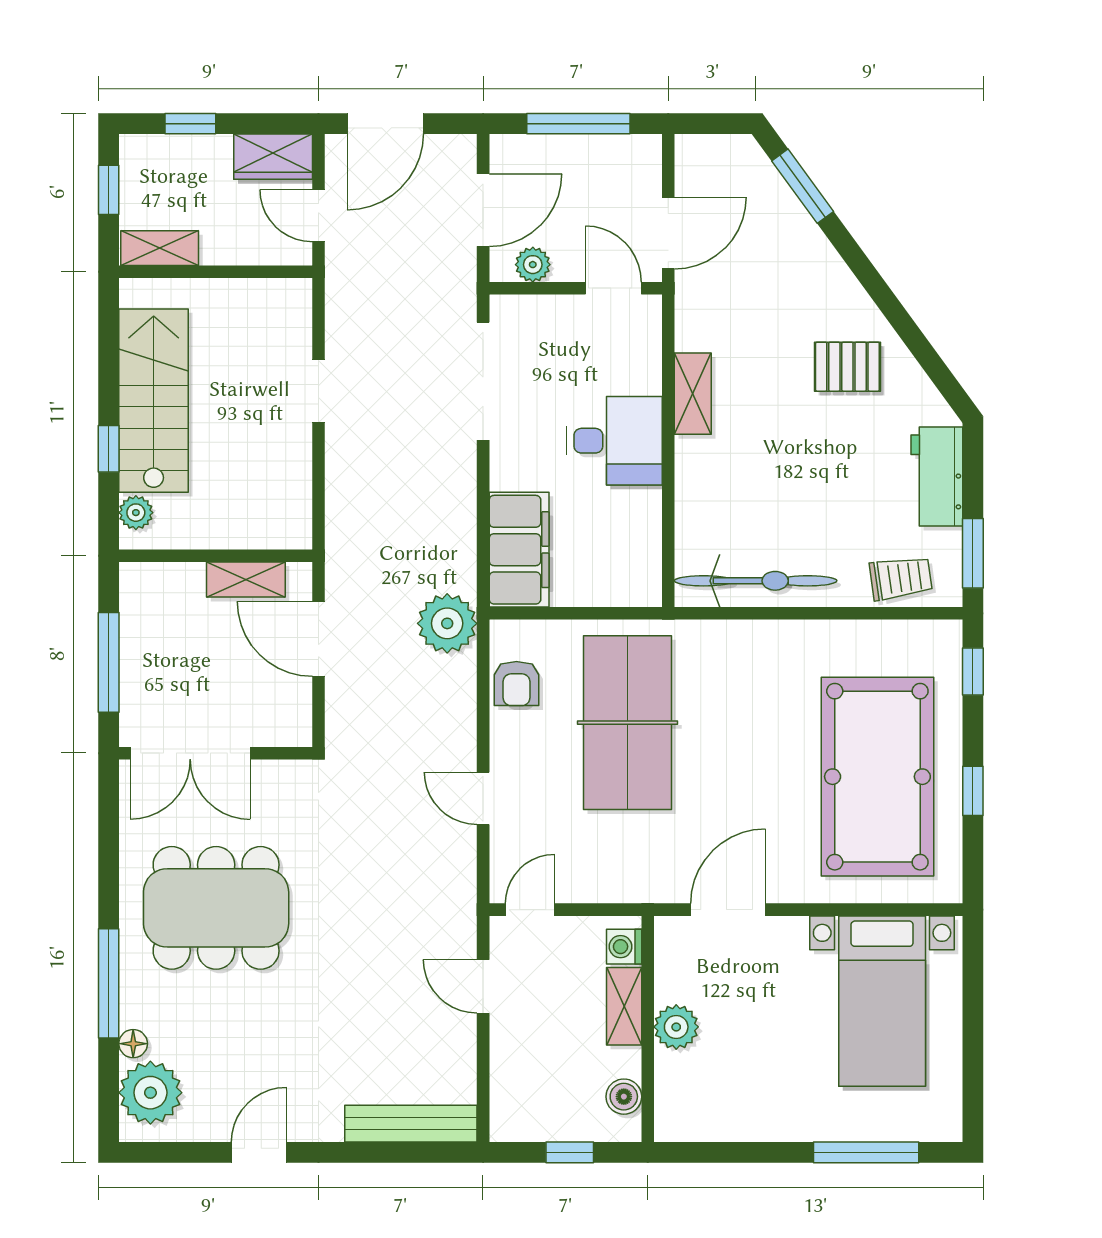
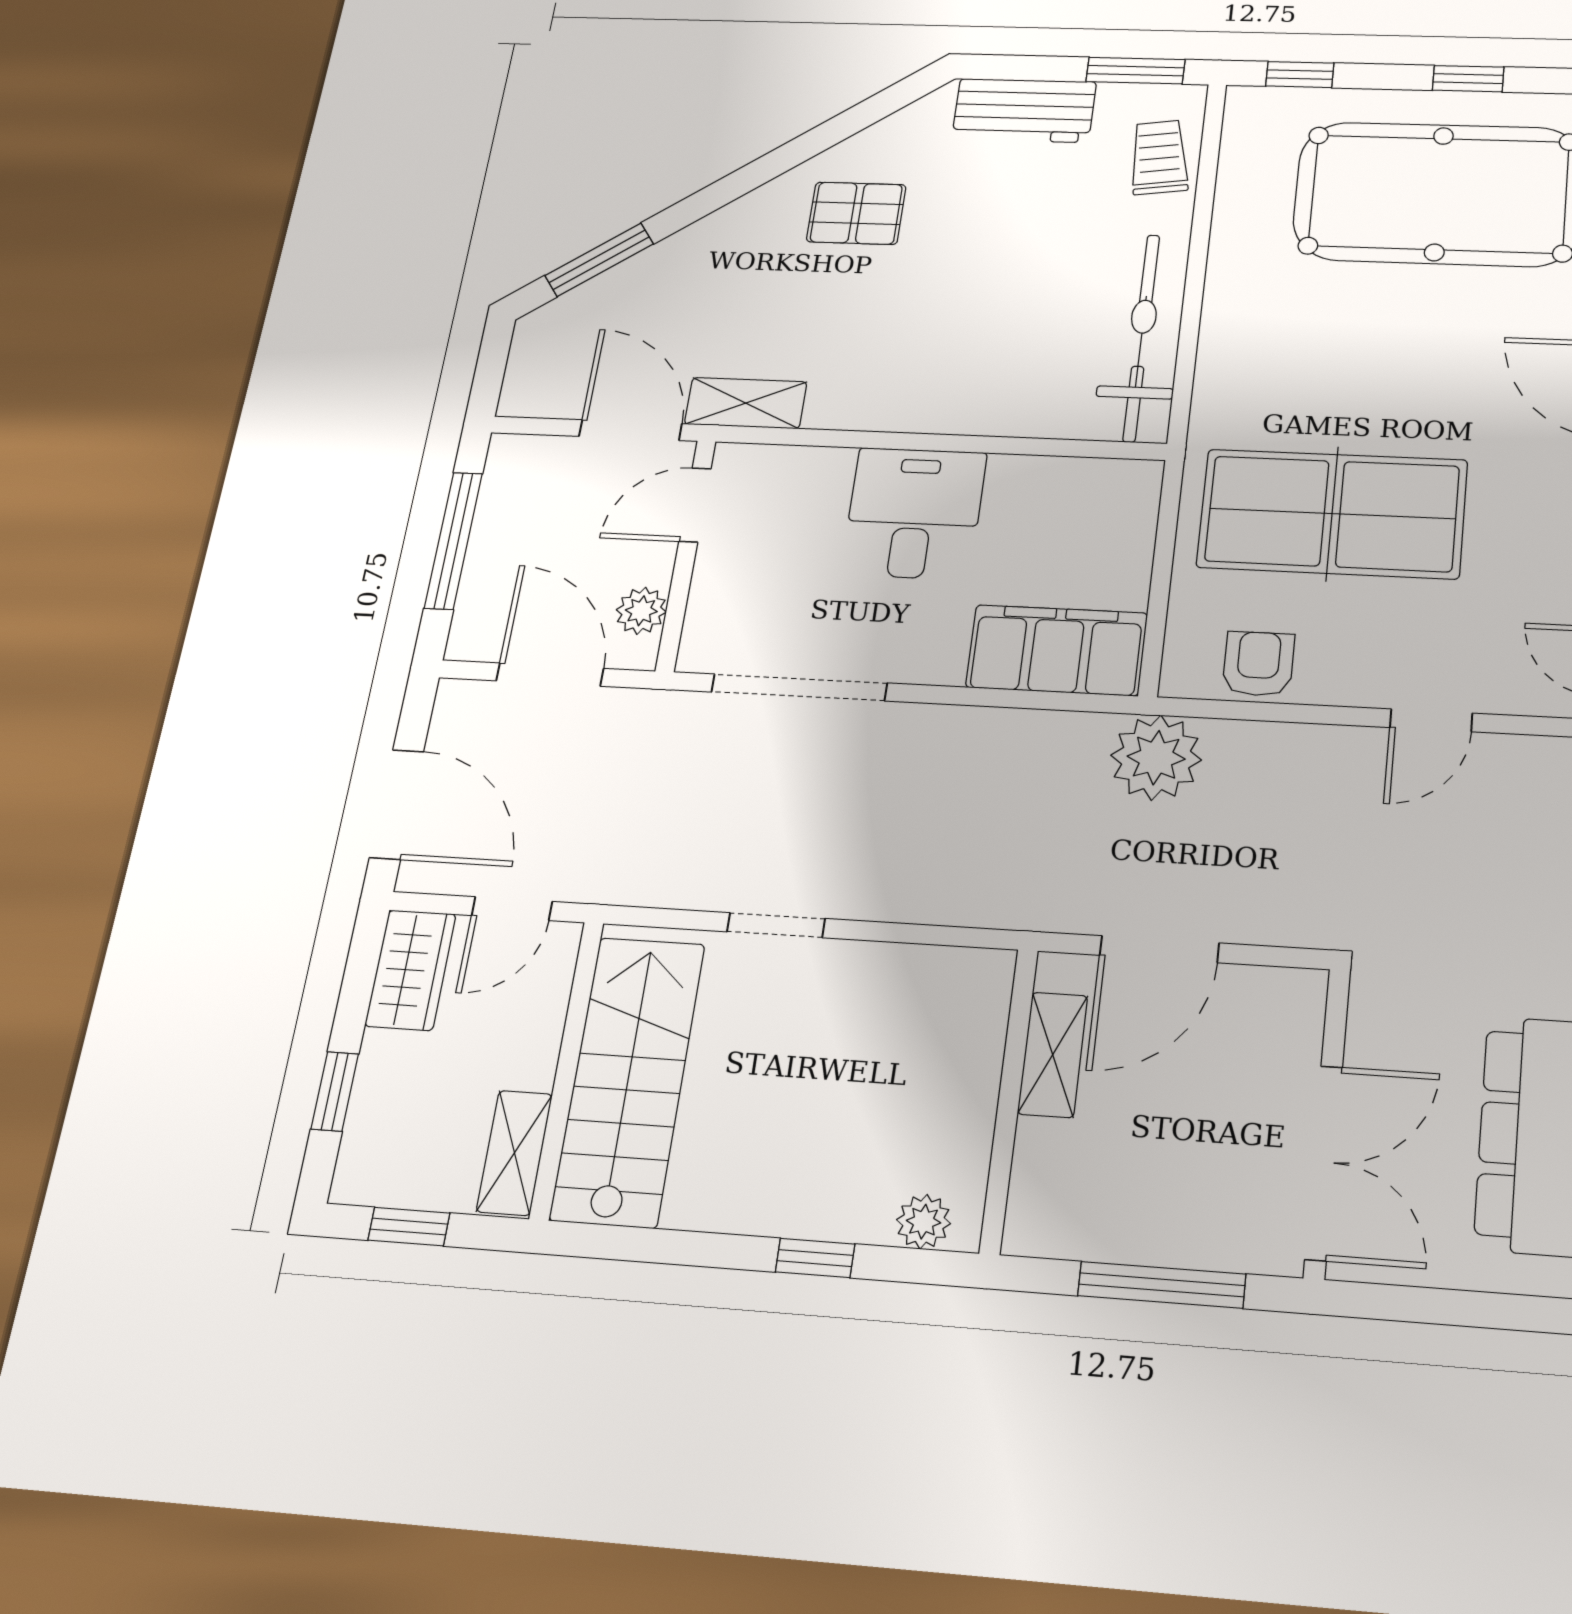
pallet: (847, 367) -> (856, 213), turned 90
shelving: (693, 394) -> (746, 403), moved
stairs: (154, 401) -> (628, 1080), moved, turned 90
armchair: (516, 684) -> (1258, 664), turned -90

